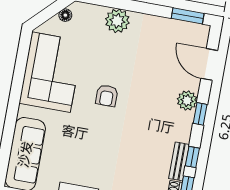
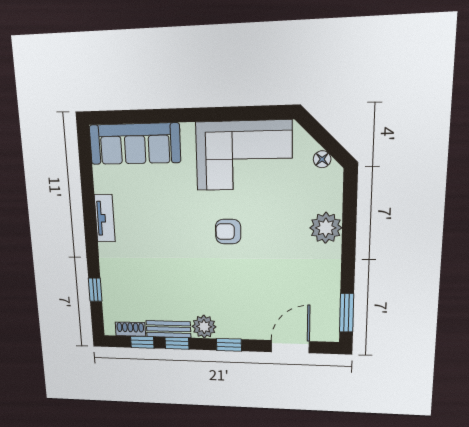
plant: (187, 101) -> (204, 327), moved

